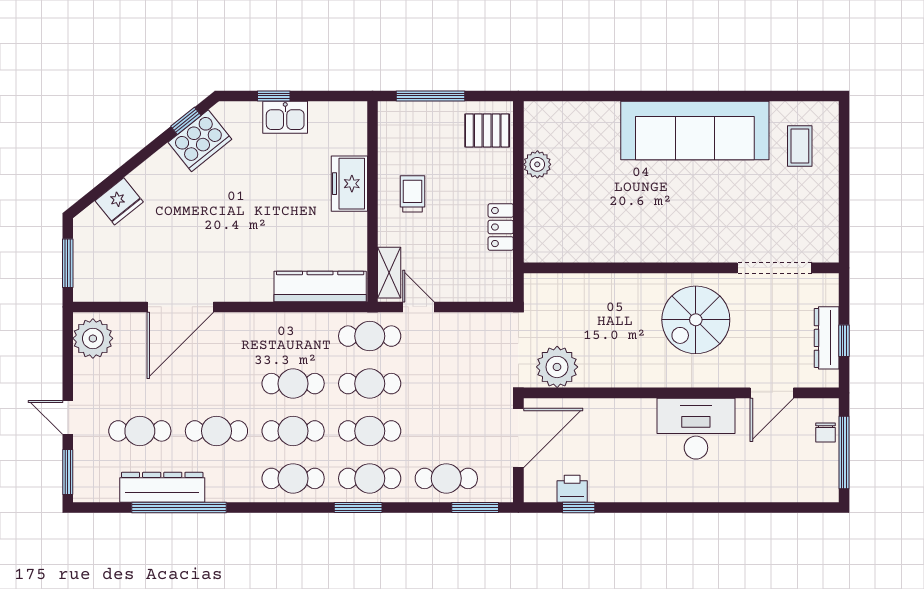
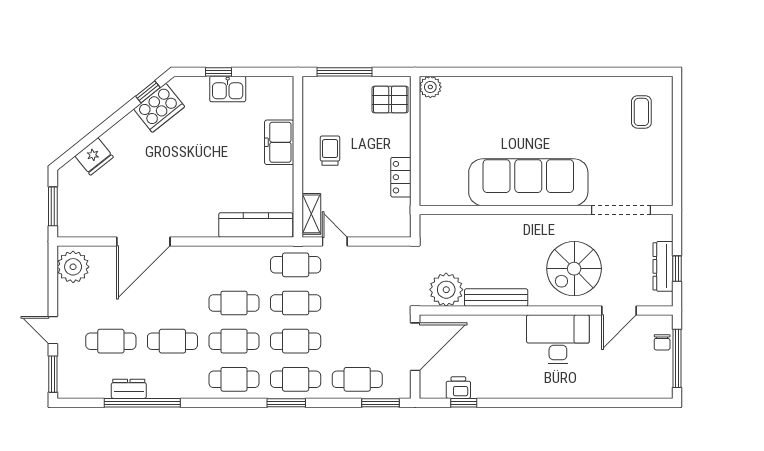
sofa: (695, 131) -> (528, 182), moved, turned 180
plant: (537, 164) -> (430, 87), moved
spiral stairs: (696, 320) -> (574, 269), moved
bench: (619, 377) -> (496, 298), added
dresser: (162, 487) -> (129, 389), width x0.51, depth x0.80

